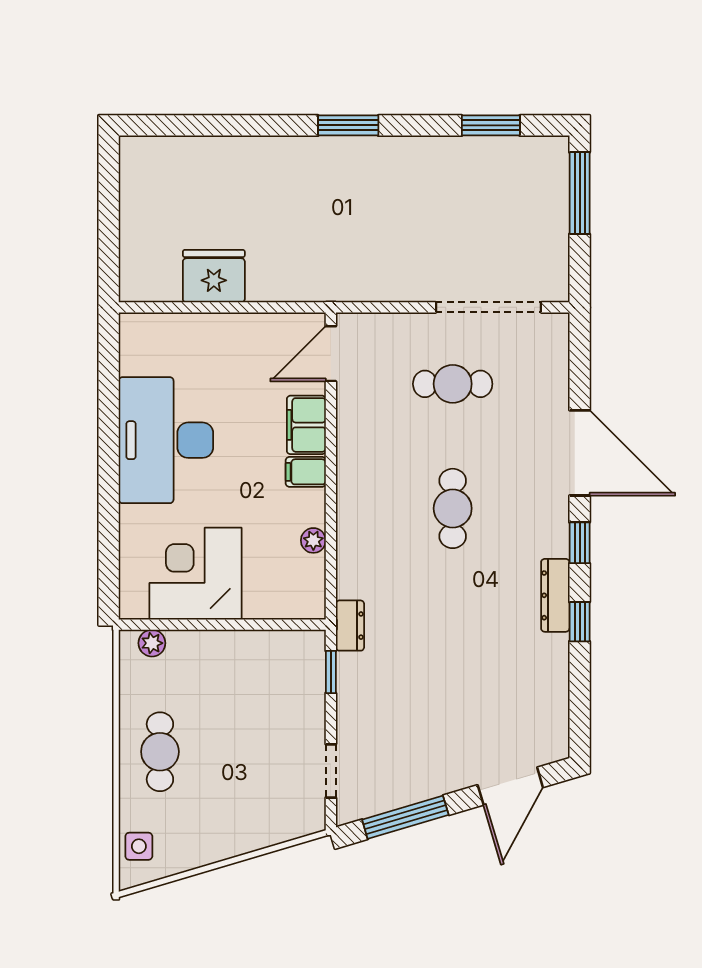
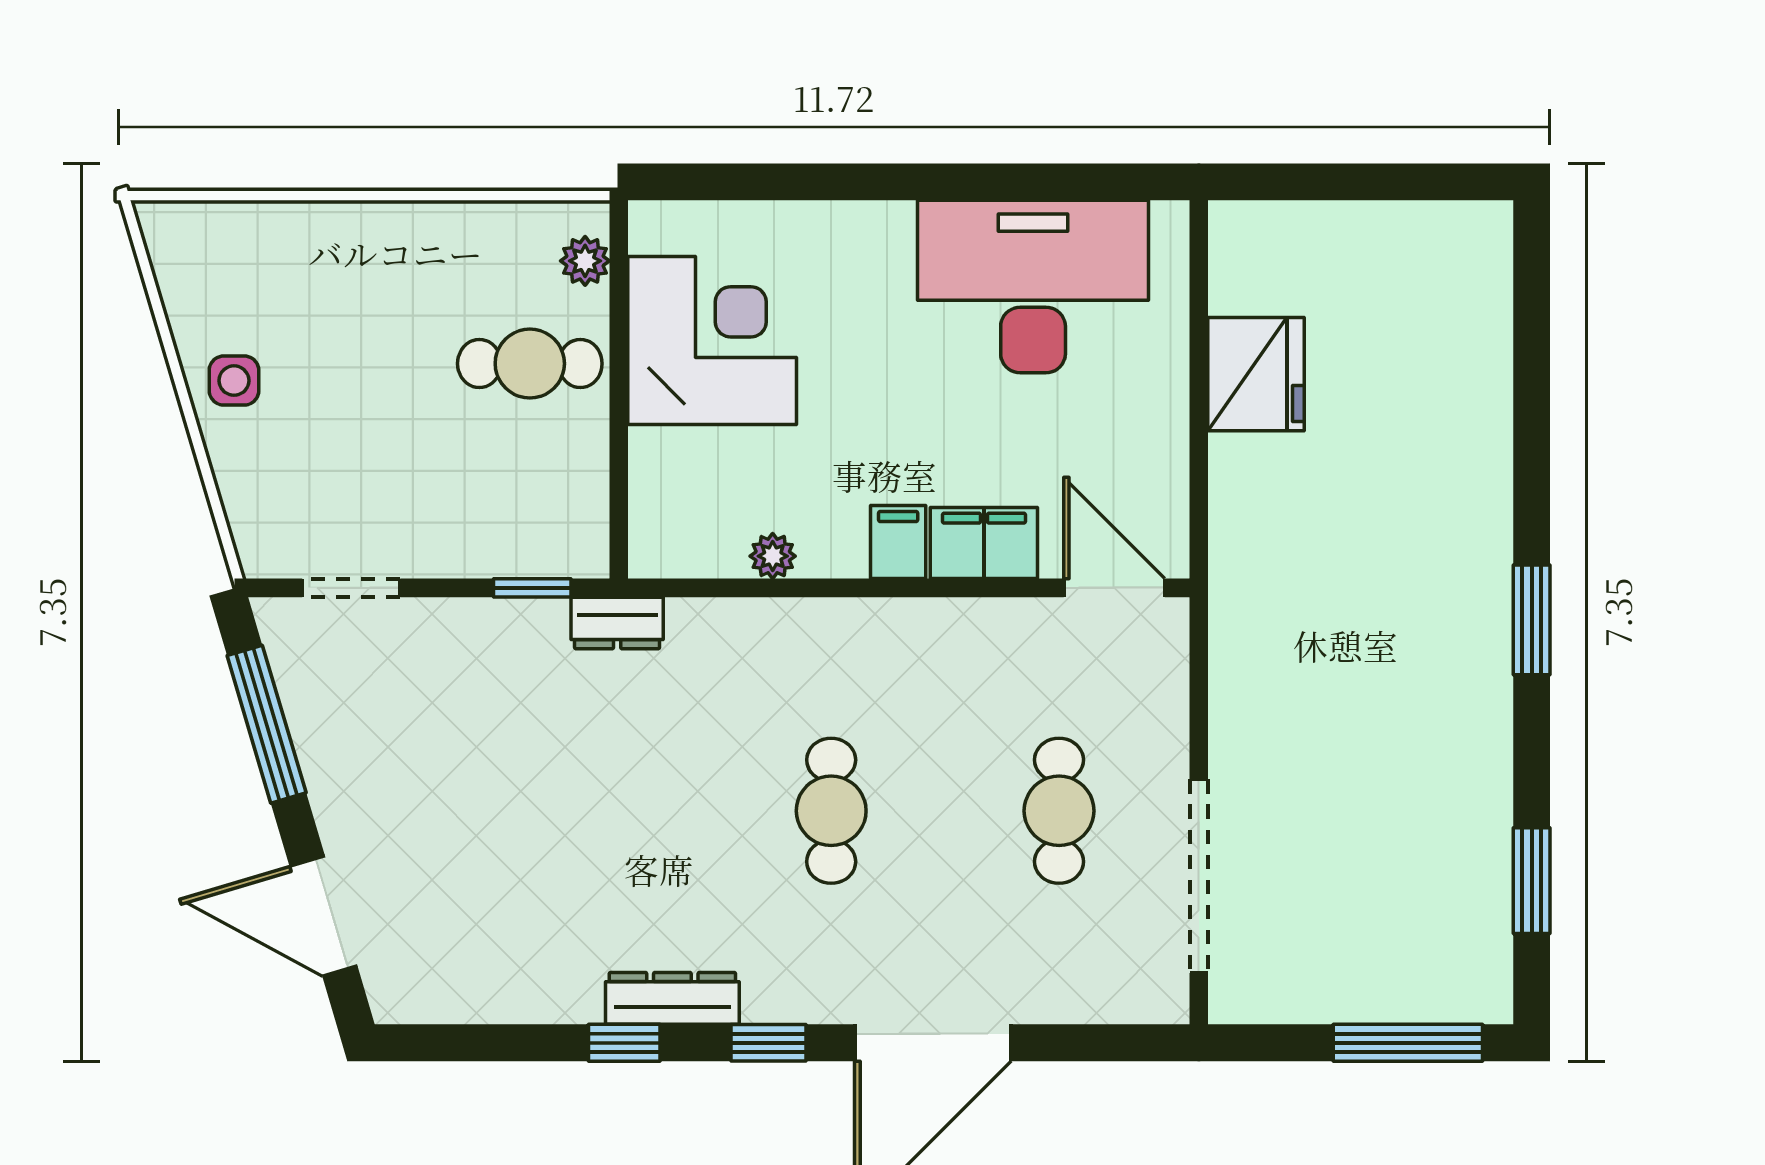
desk: (166, 440) -> (1033, 287), moved
cafe table: (453, 508) -> (831, 811), turned 90
cafe table: (160, 752) -> (530, 364), moved
side table: (139, 846) -> (234, 381), moved

